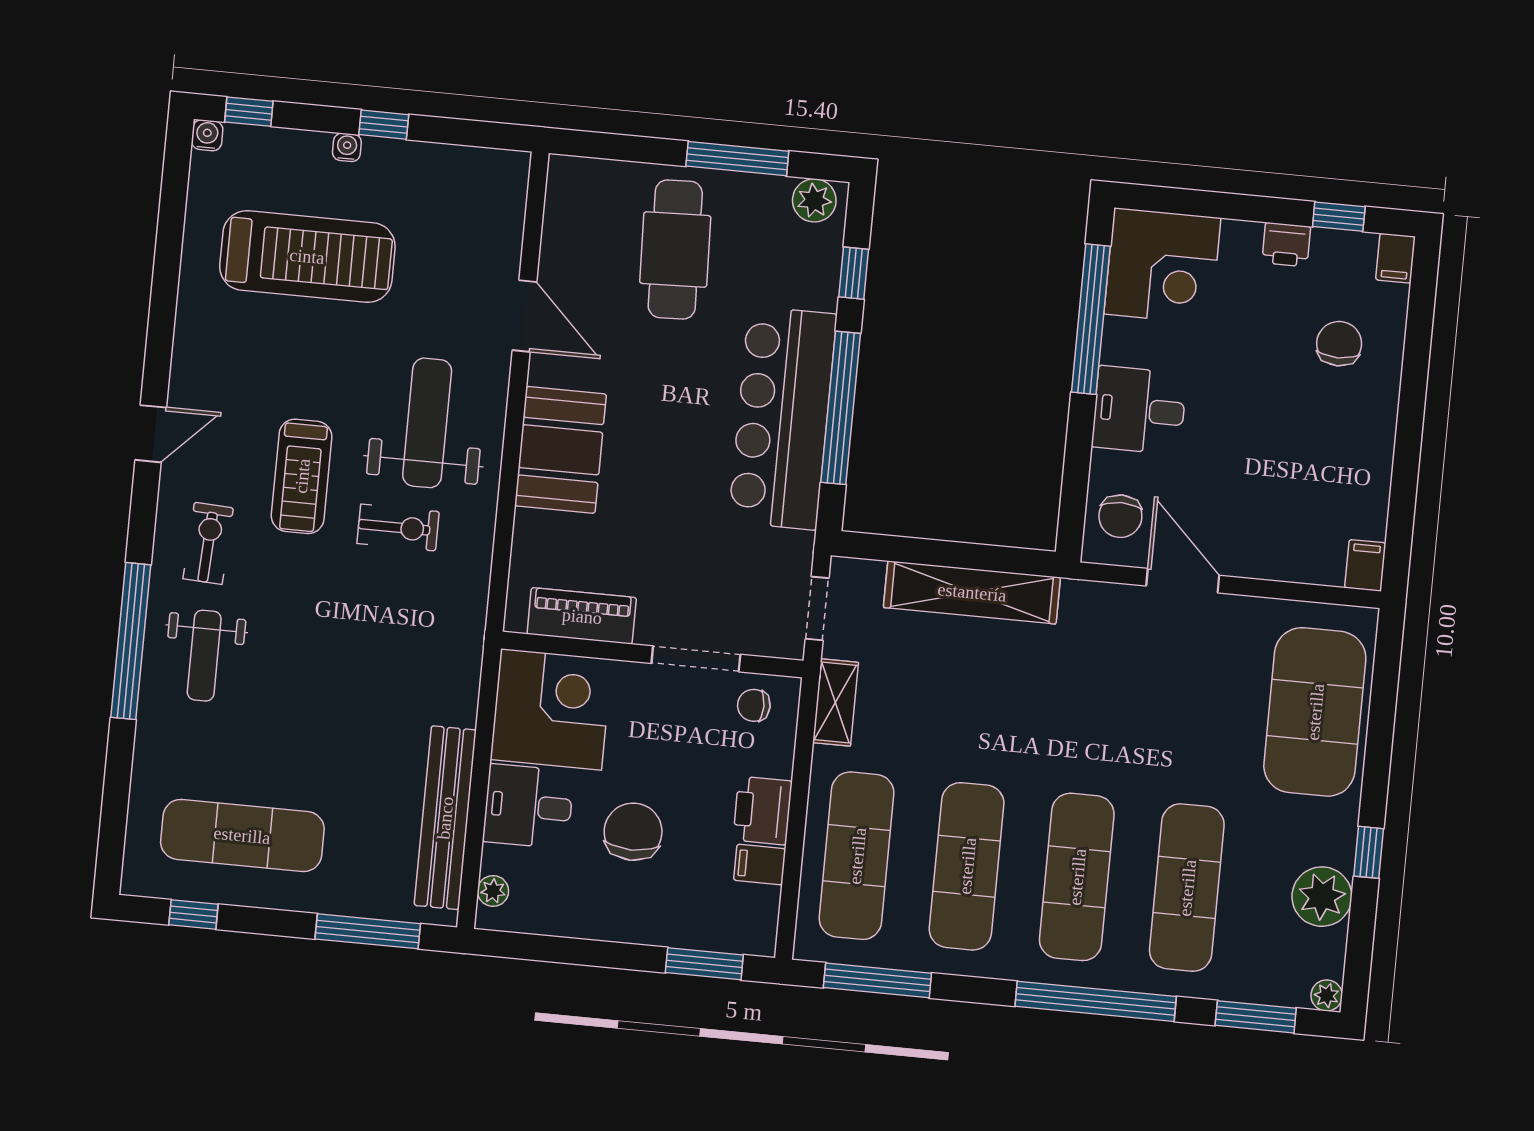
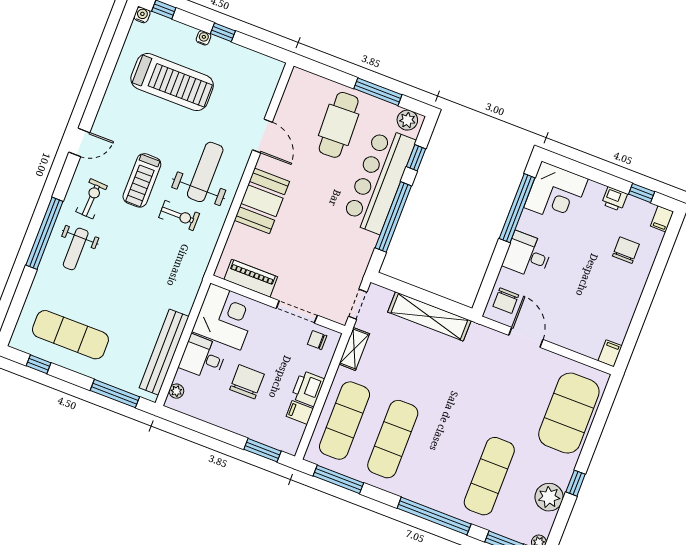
bar counter: (783, 418) -> (379, 180), moved
exercise mat: (1077, 877) -> (441, 458), removed

